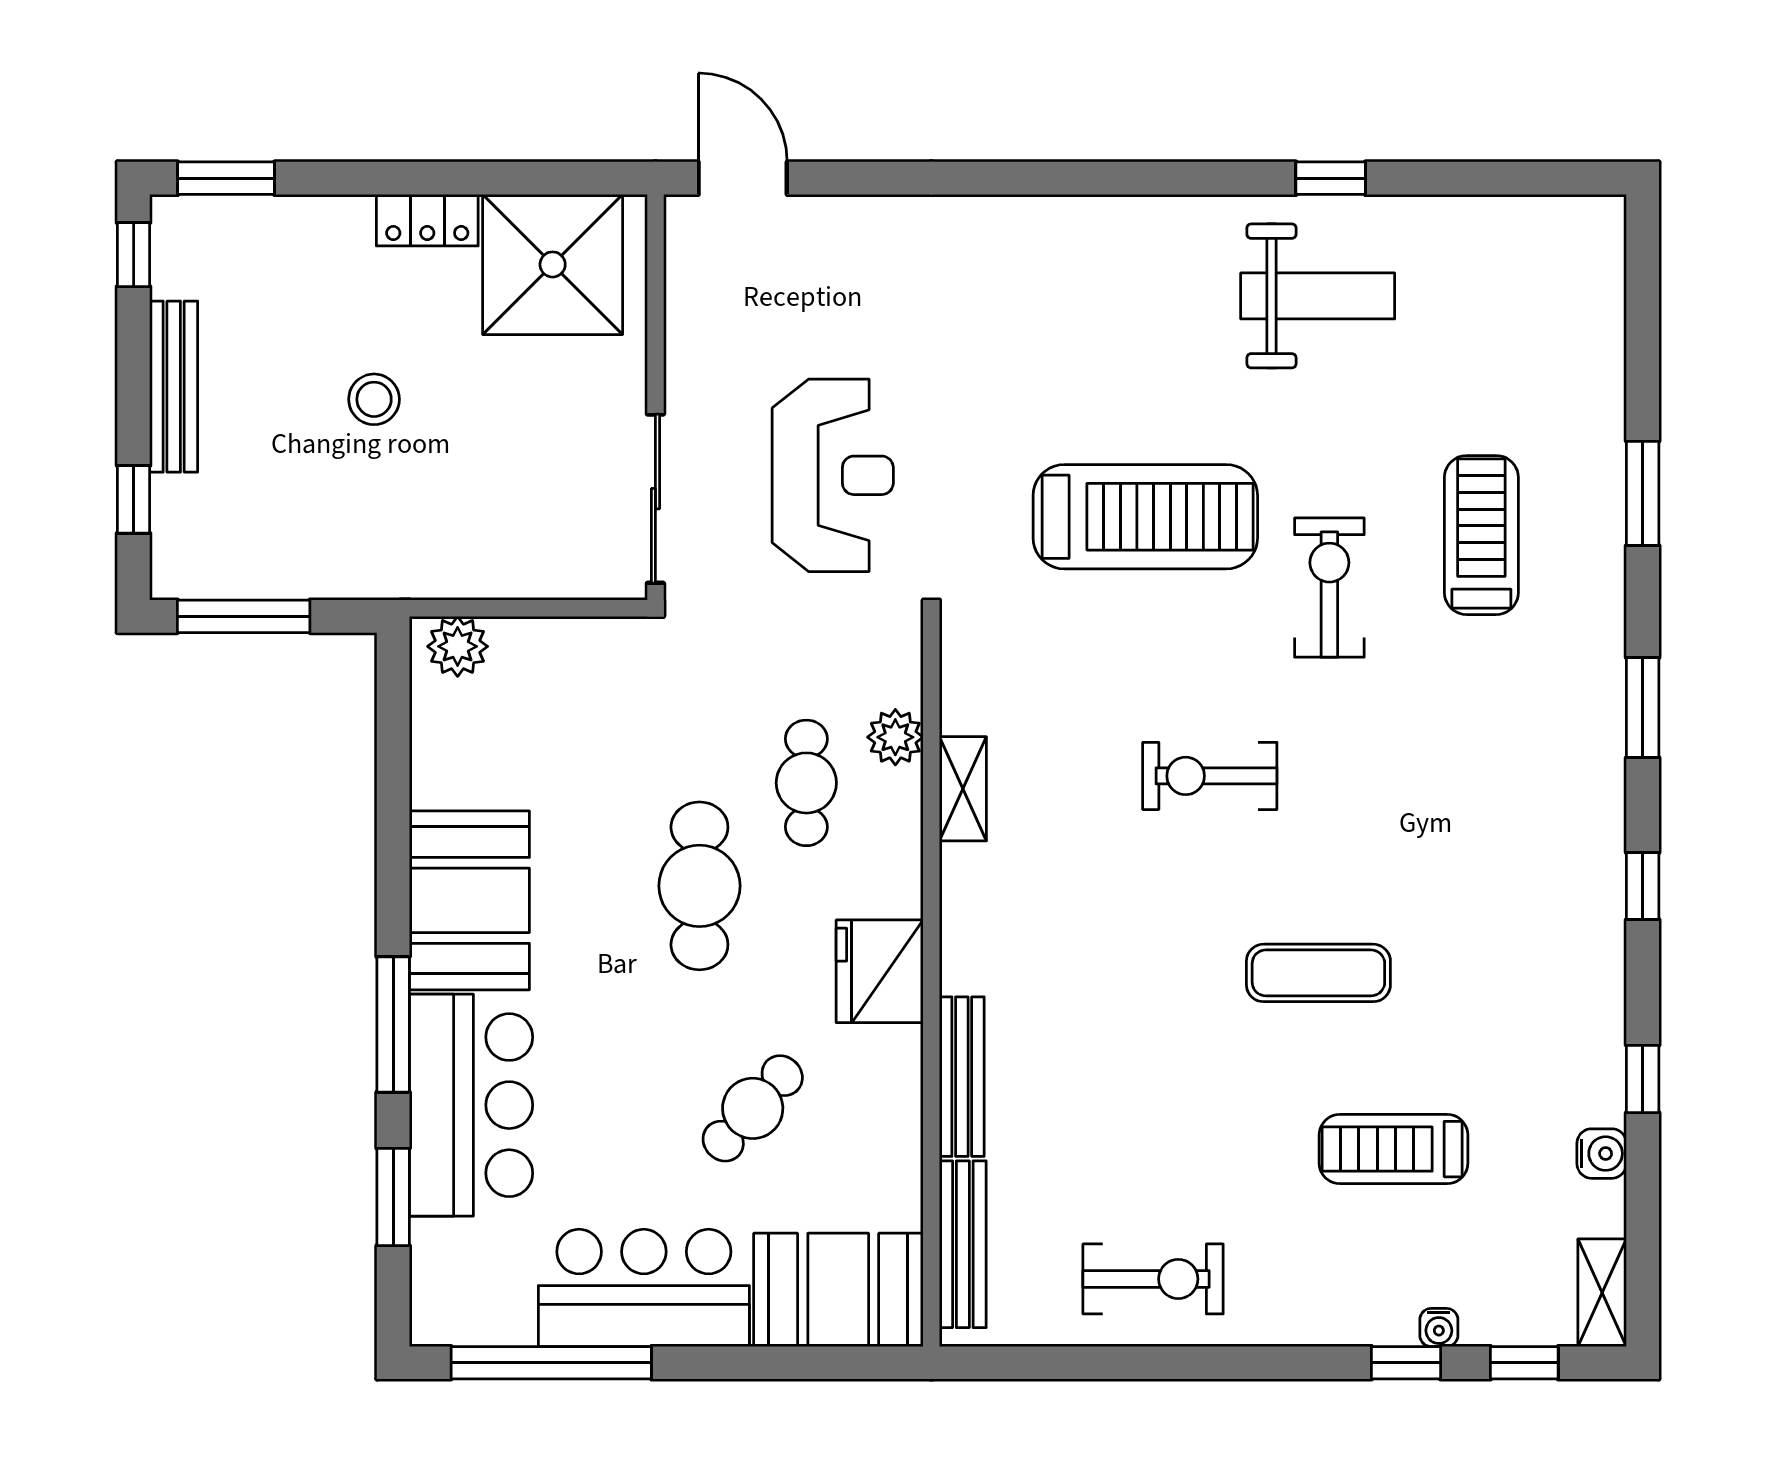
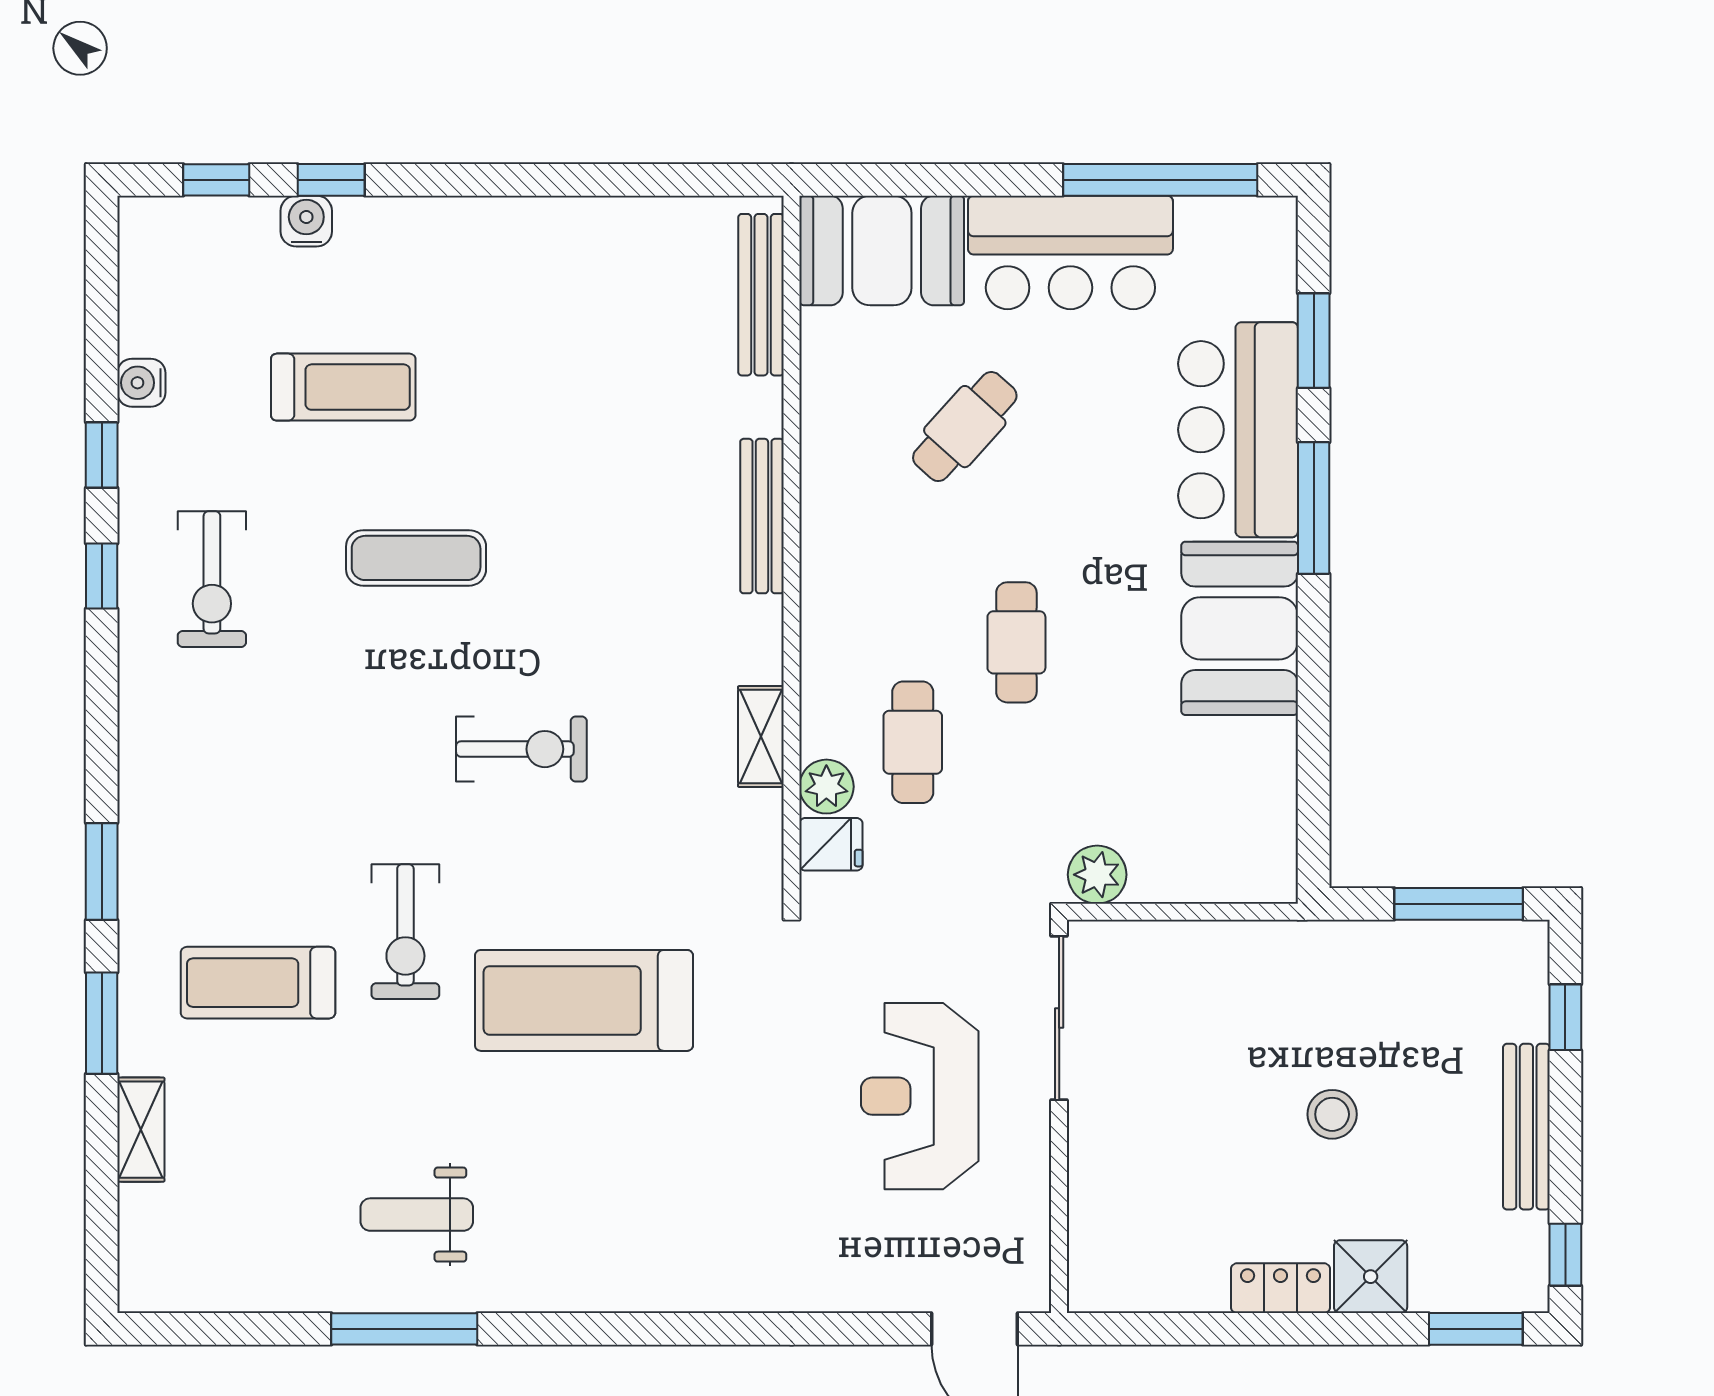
window: (1331, 178) -> (404, 1329), width x2.17
shower: (553, 264) -> (1371, 1277), moved, width x0.54, depth x0.54
weight bench: (1318, 296) -> (417, 1215), width x0.73, depth x0.75
reception desk: (833, 475) -> (920, 1096), moved
treadmill: (1481, 535) -> (258, 983), turned 90
plant: (458, 646) -> (1097, 875), moved
window: (1643, 708) -> (102, 872), moved
cafe table: (699, 886) -> (1016, 642), width x0.73, depth x0.74
window: (1643, 886) -> (102, 576), moved
fridge: (880, 971) -> (831, 844), moved, width x0.53, depth x0.75
bench: (962, 1077) -> (762, 516), moved
exercise bike: (1153, 1279) -> (212, 579), moved, turned -90
shelving: (1602, 1293) -> (141, 1130), moved
water cooler: (1439, 1327) -> (306, 221), width x1.38, depth x1.38

